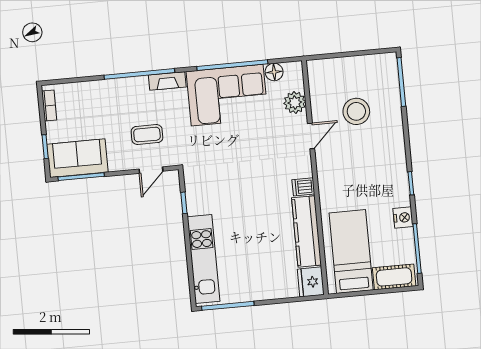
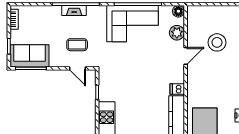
floor lamp: (274, 72) -> (178, 11), moved
fireplace: (167, 81) -> (74, 10), moved
door: (151, 170) -> (78, 68), hinge flipped

